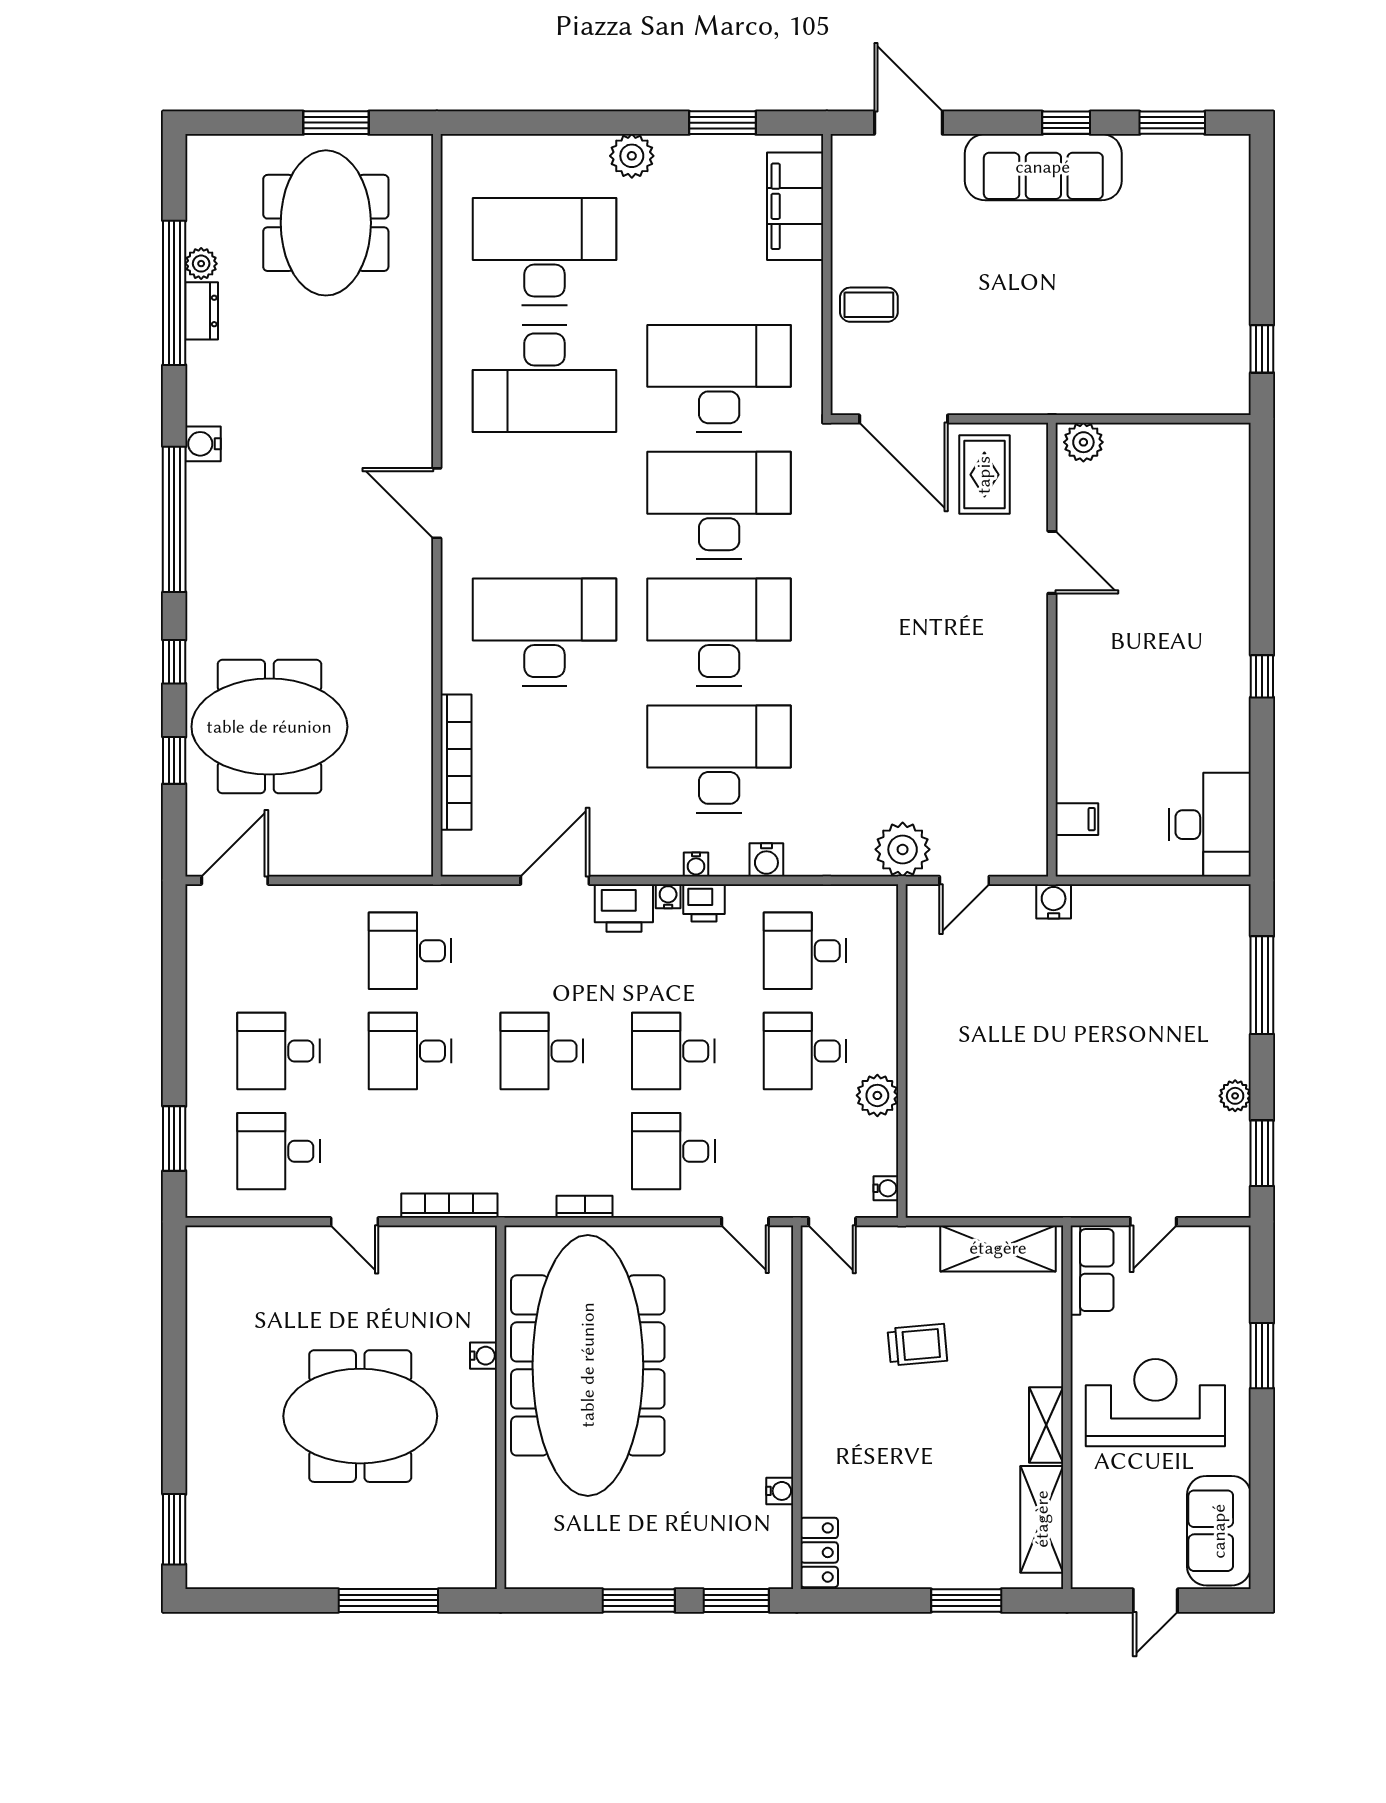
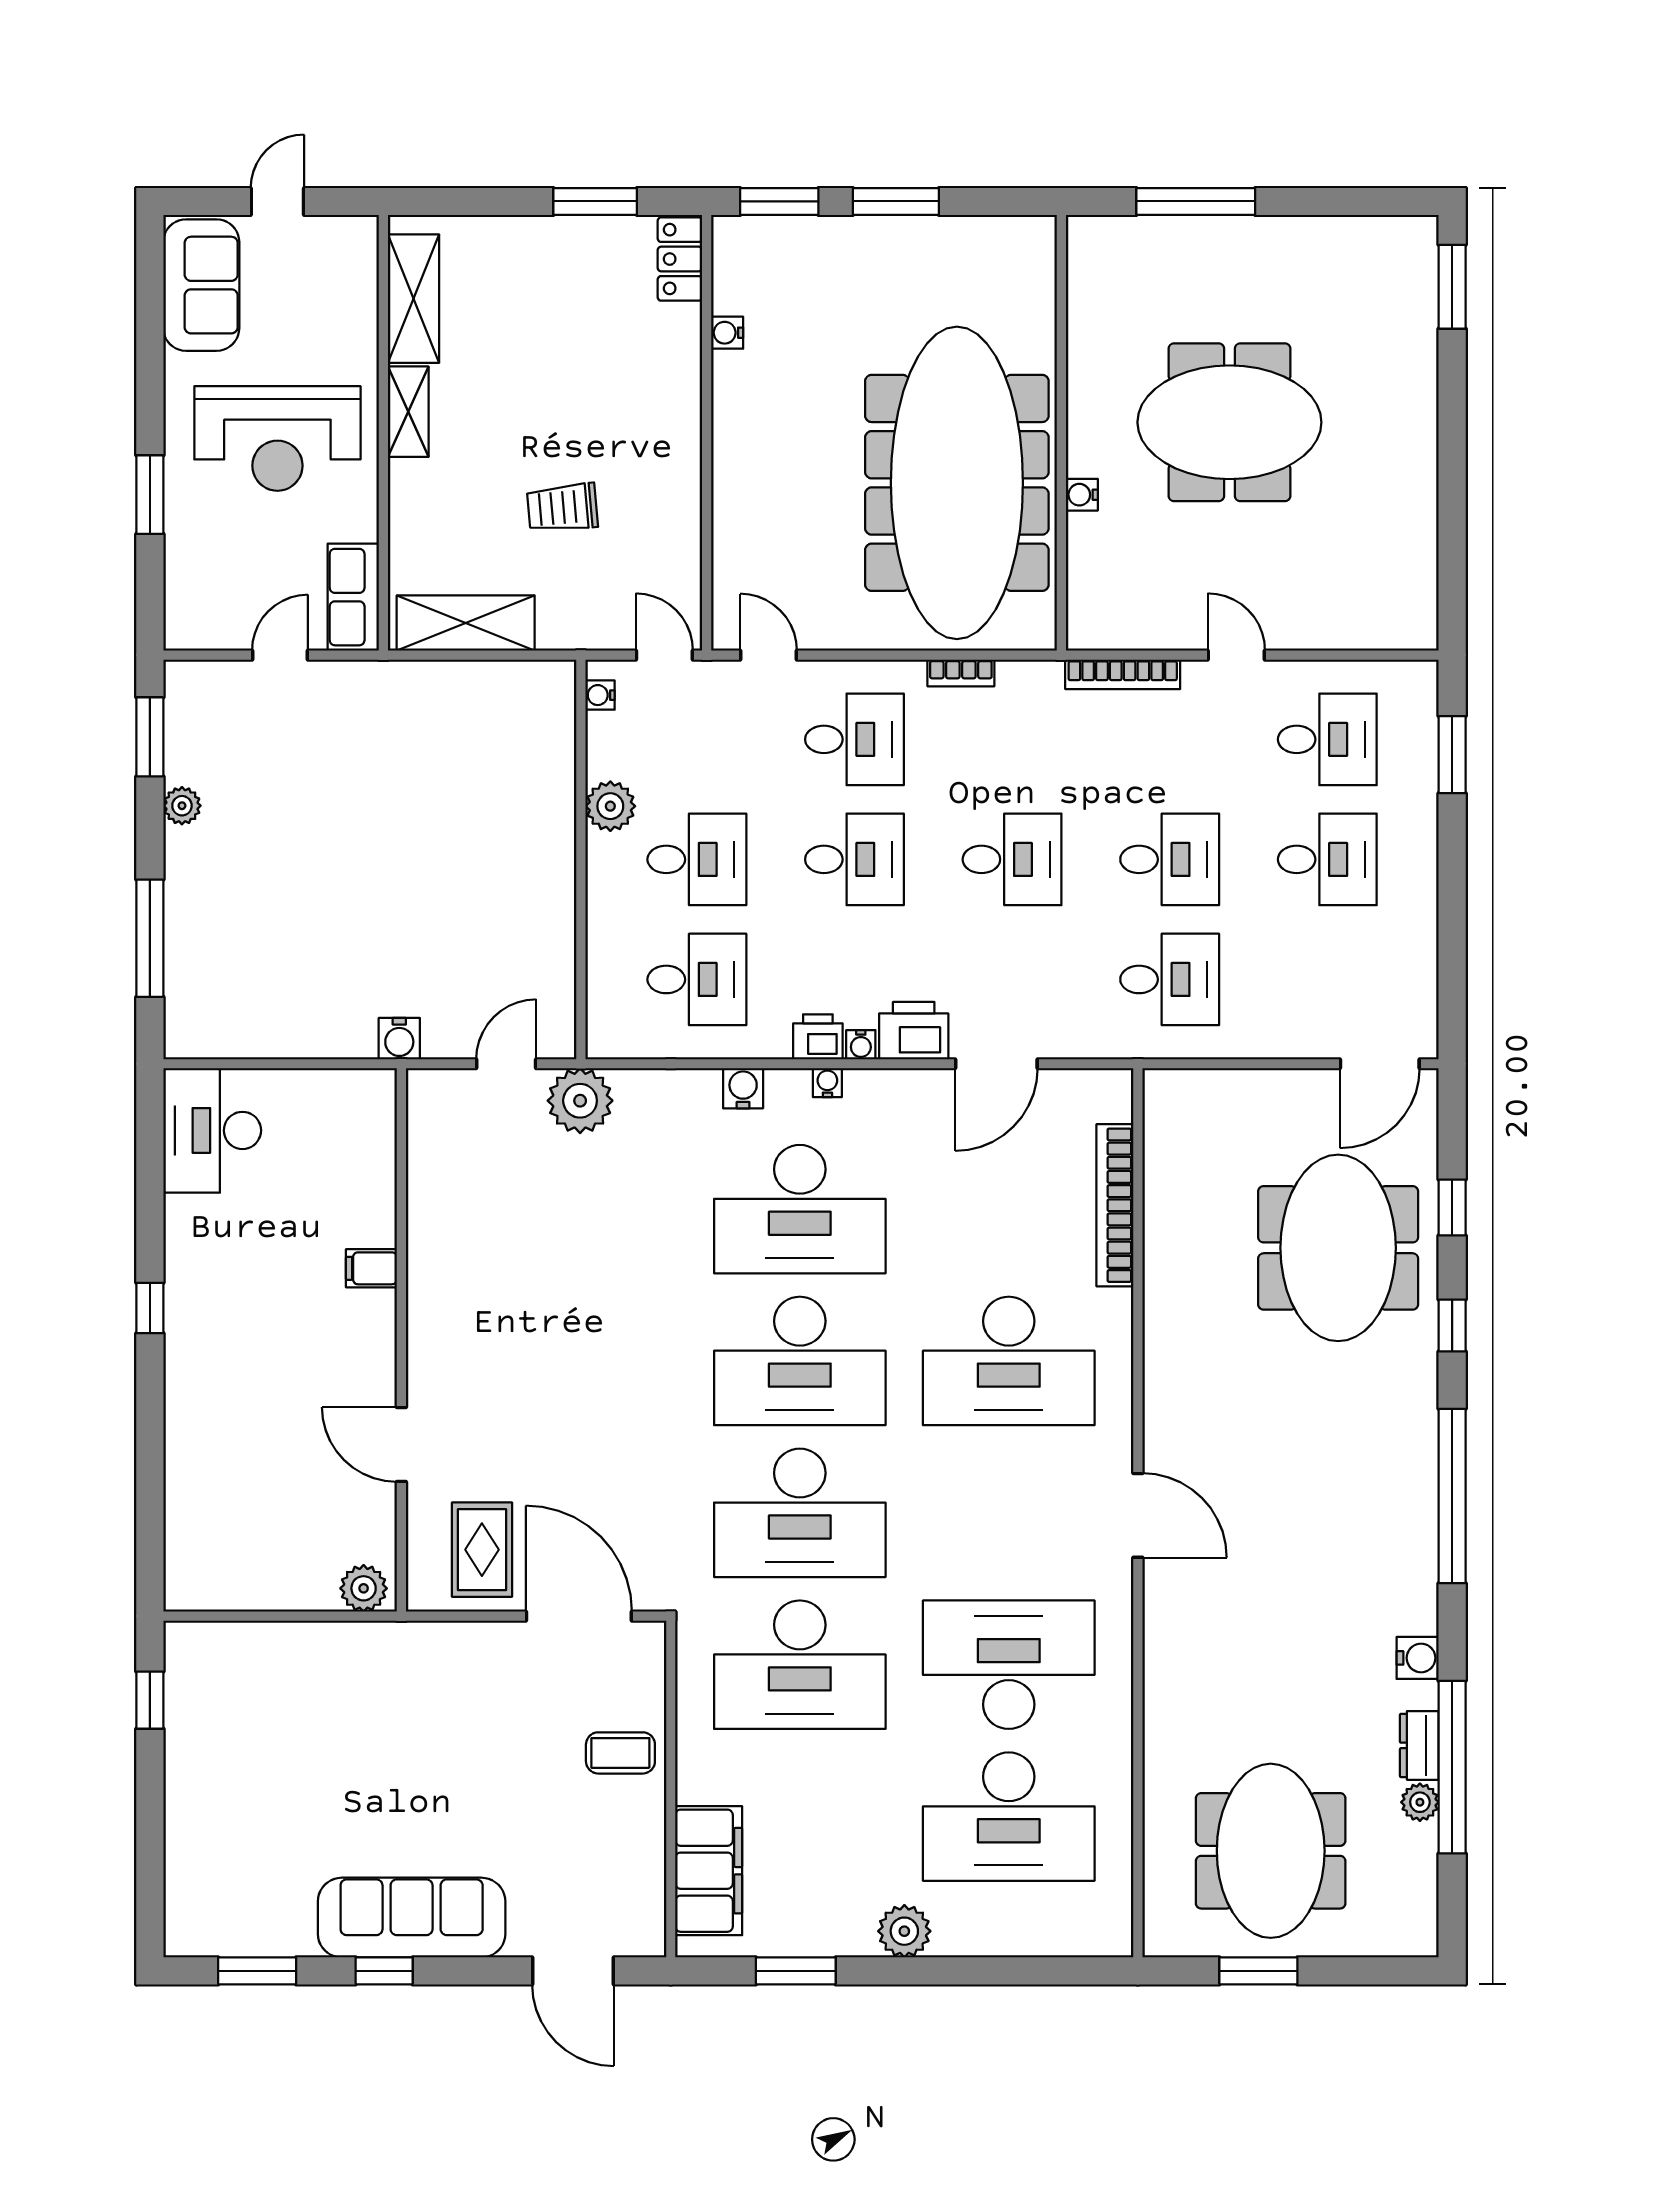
water cooler: (203, 444) -> (1418, 1658), moved
meeting table: (269, 727) -> (1338, 1248), turned 90
filing cabinet: (1077, 819) -> (371, 1268), moved
window: (966, 1600) -> (595, 201), moved

